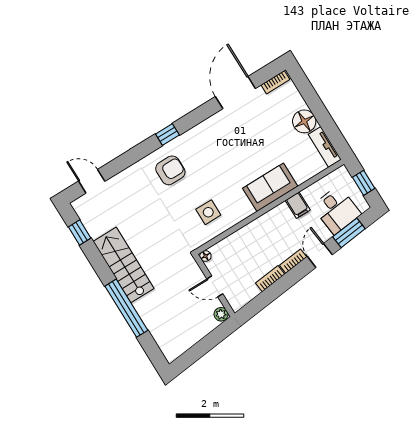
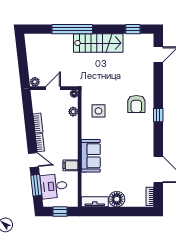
plant: (229, 243) -> (73, 112), added

